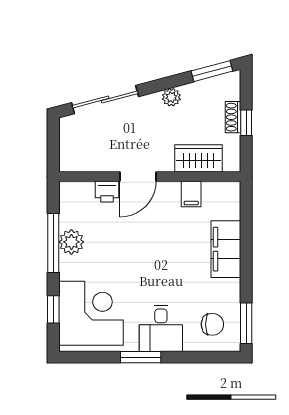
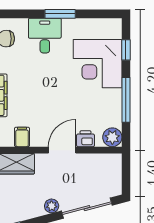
plant: (171, 97) -> (52, 206), moved
plant: (71, 242) -> (112, 137), moved
corner desk: (91, 313) -> (98, 64), moved

